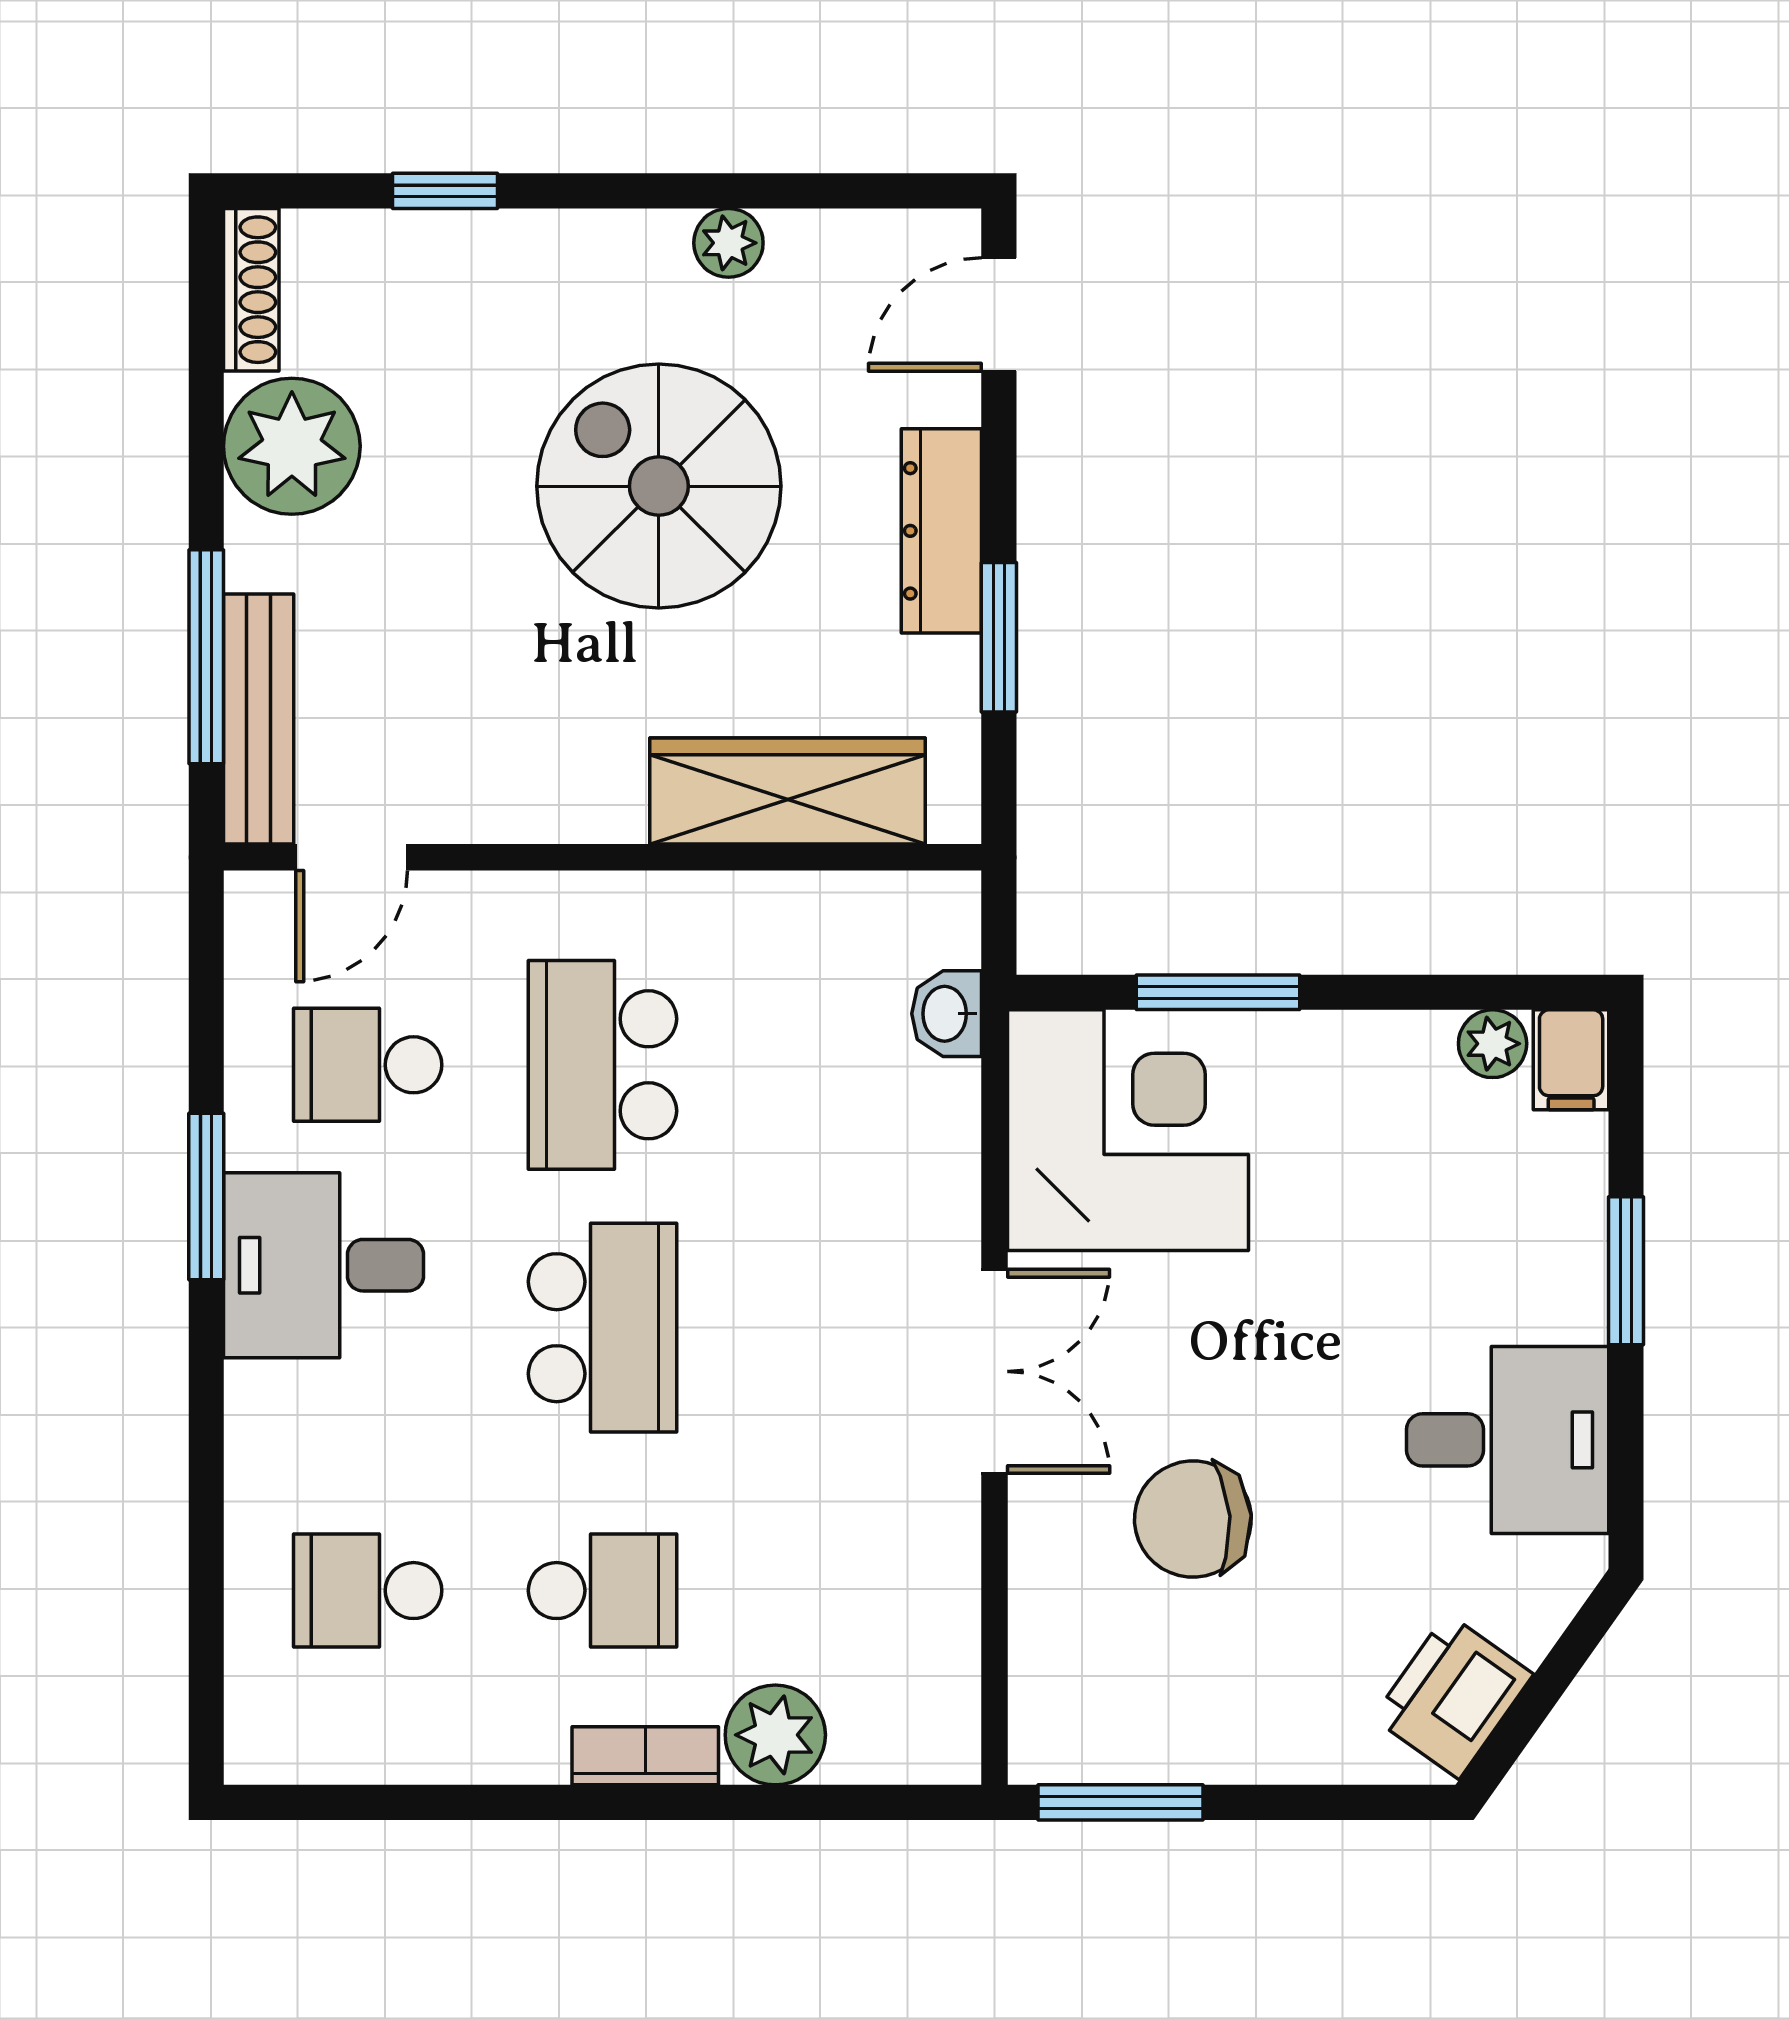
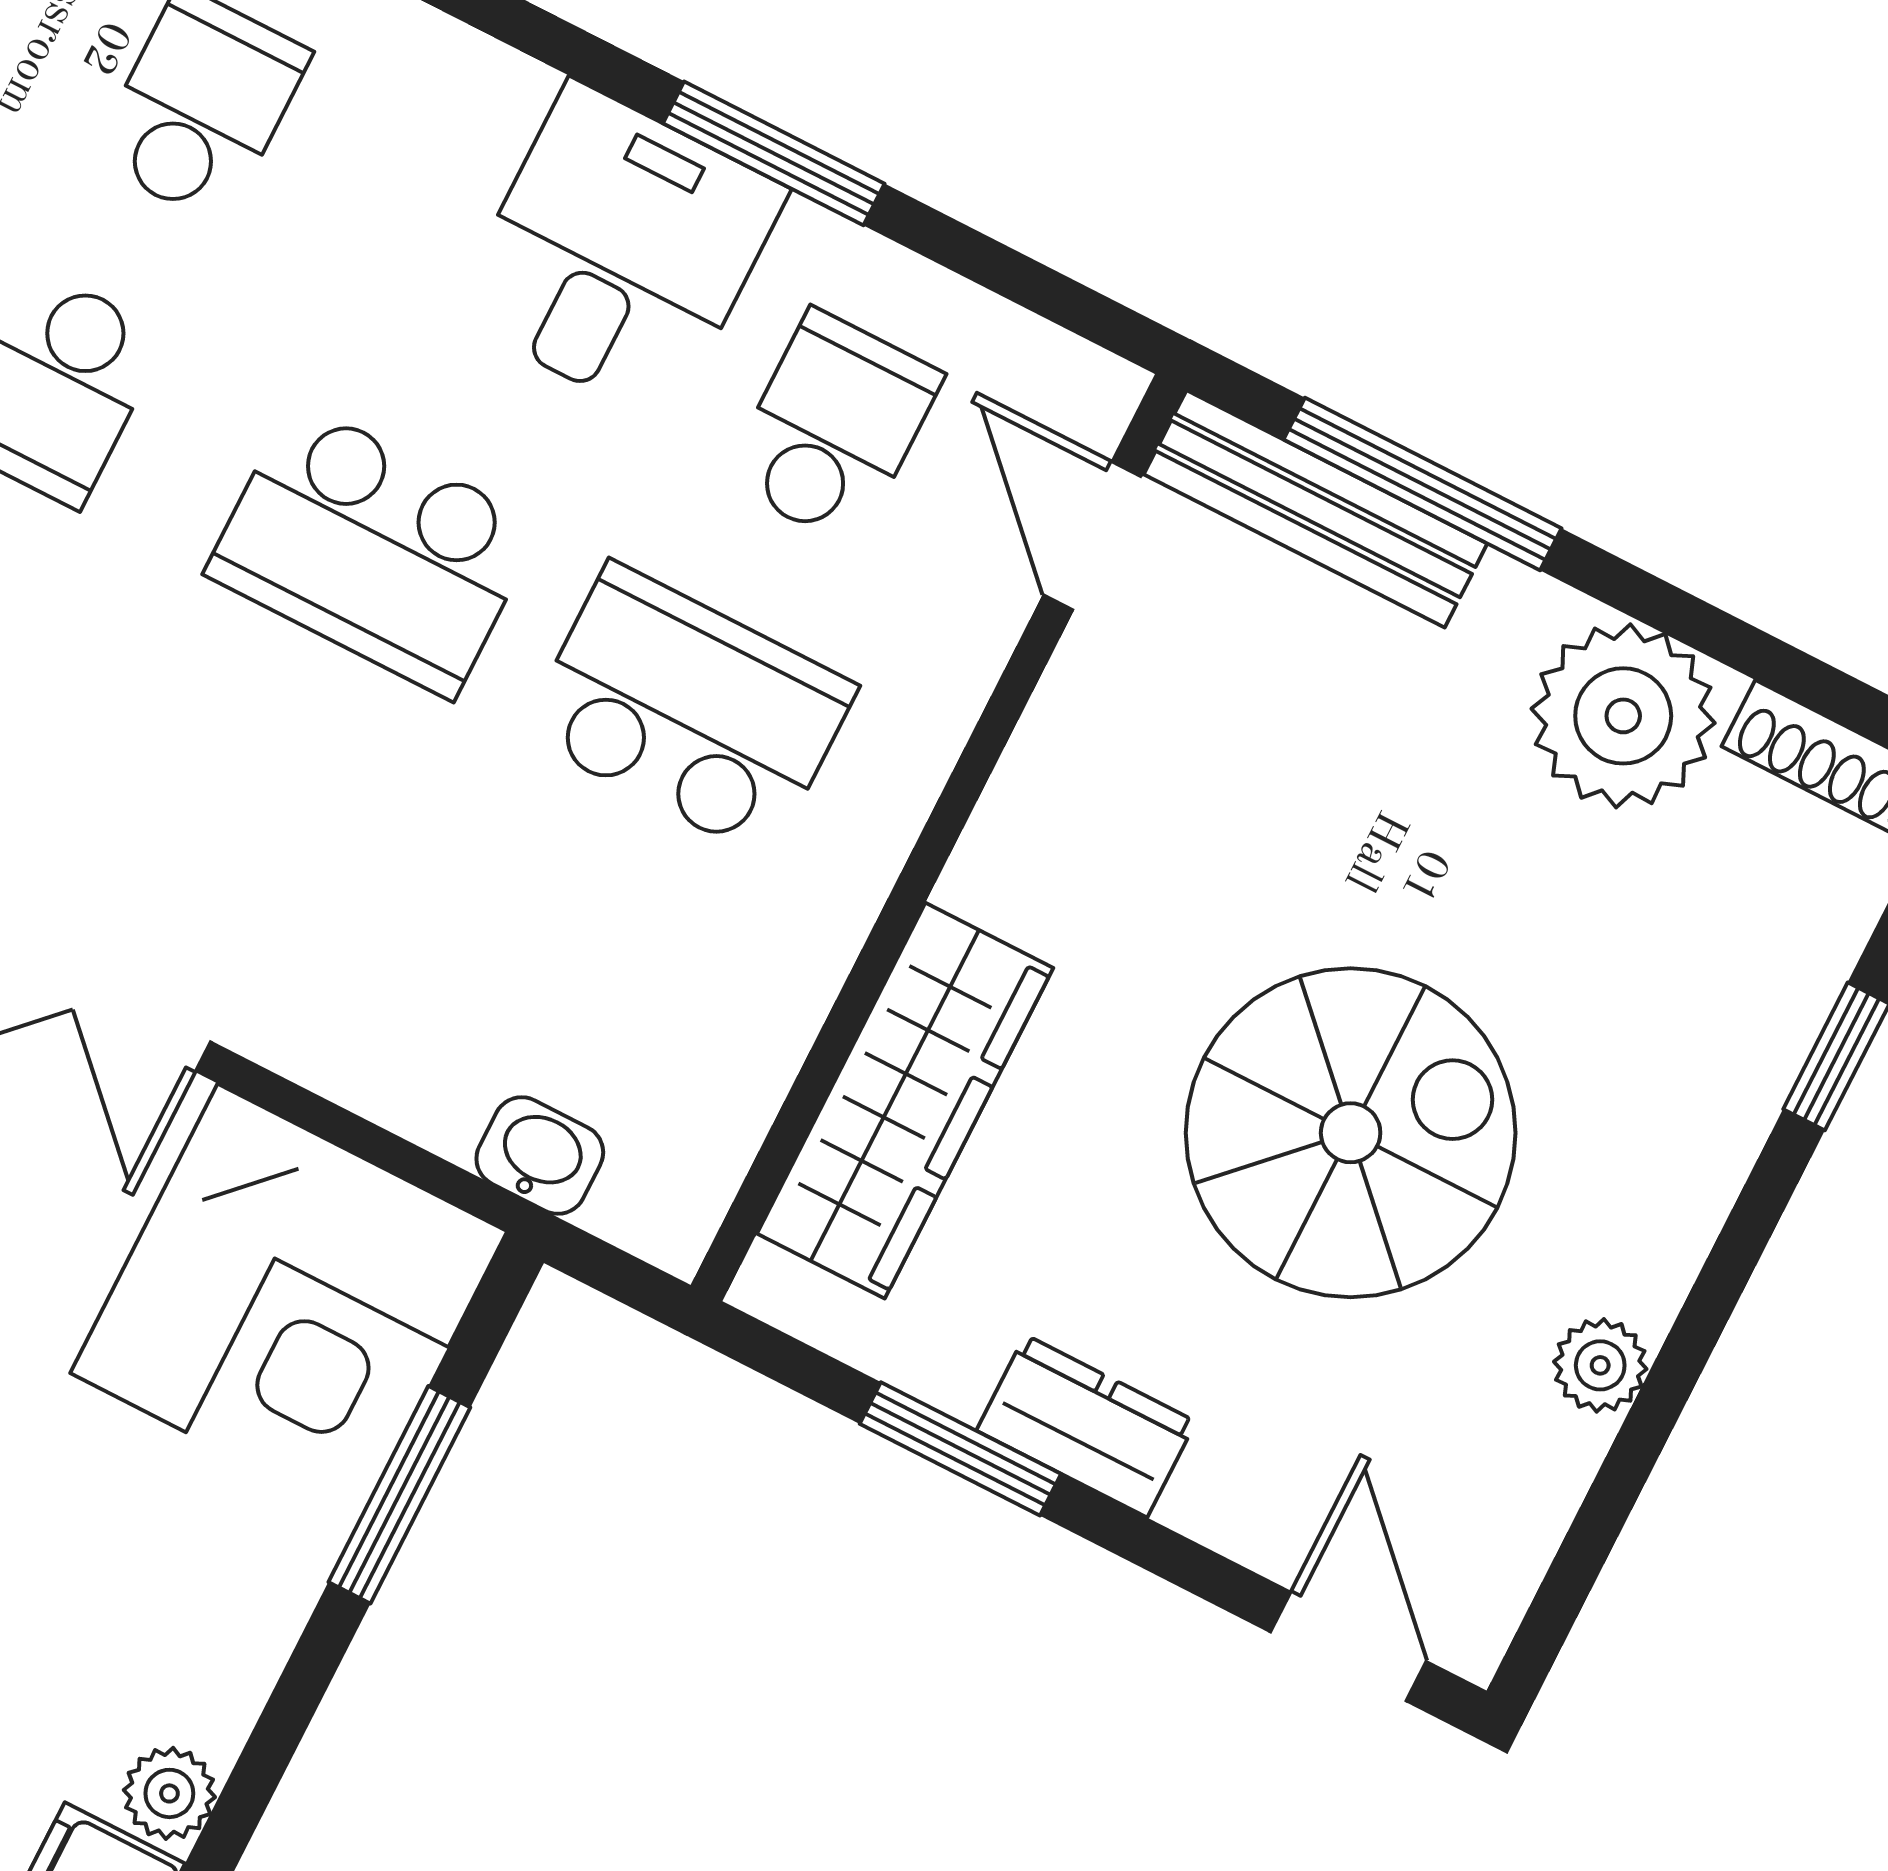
dresser: (941, 531) -> (1086, 1426), width x0.70

